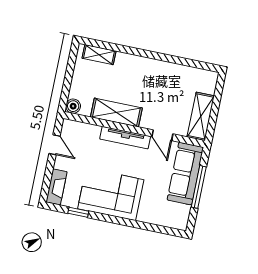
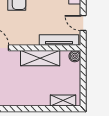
tv unit: (125, 138) -> (59, 40), moved

